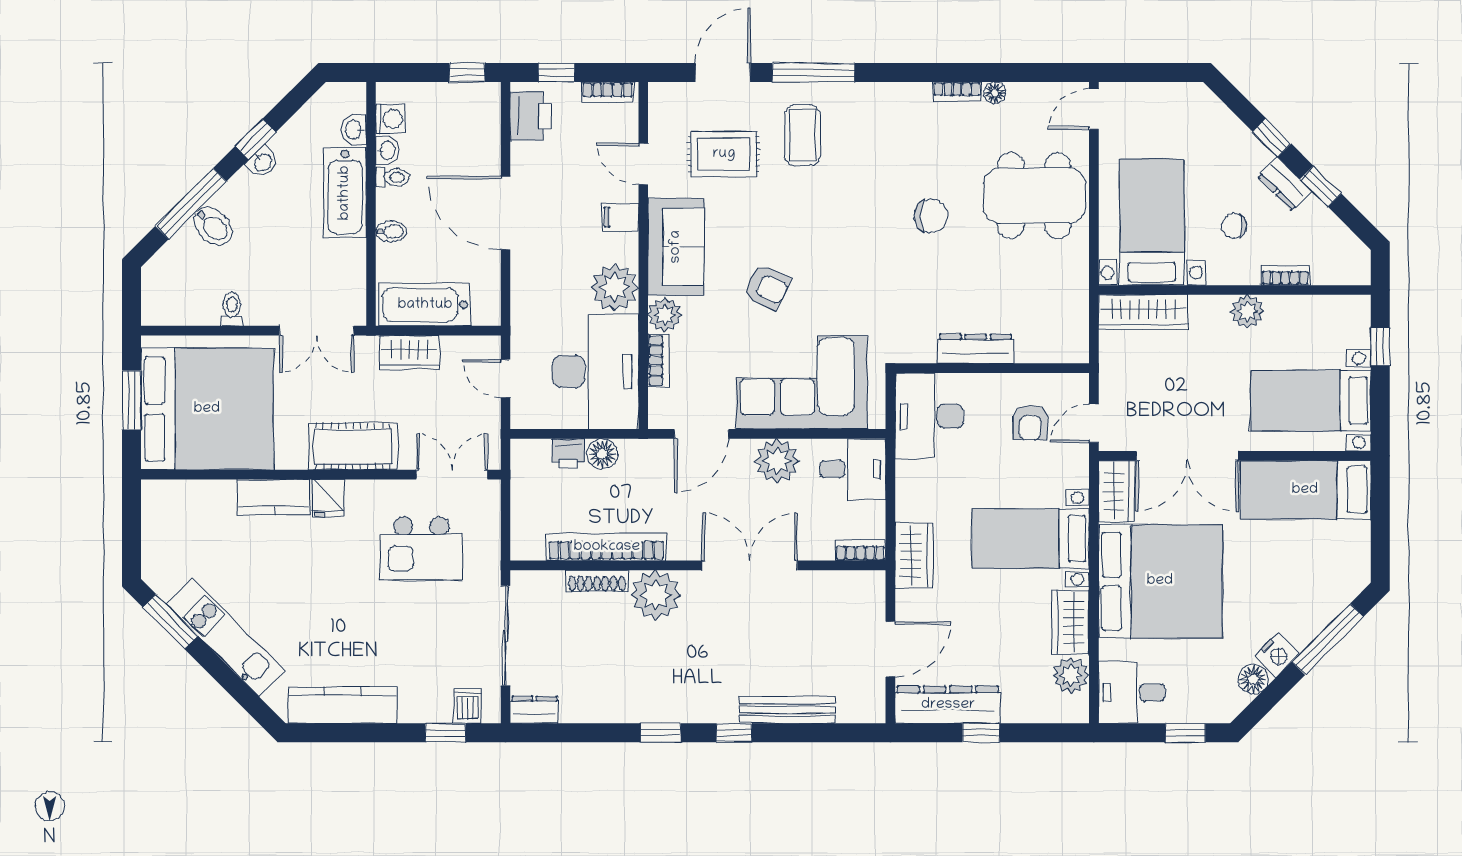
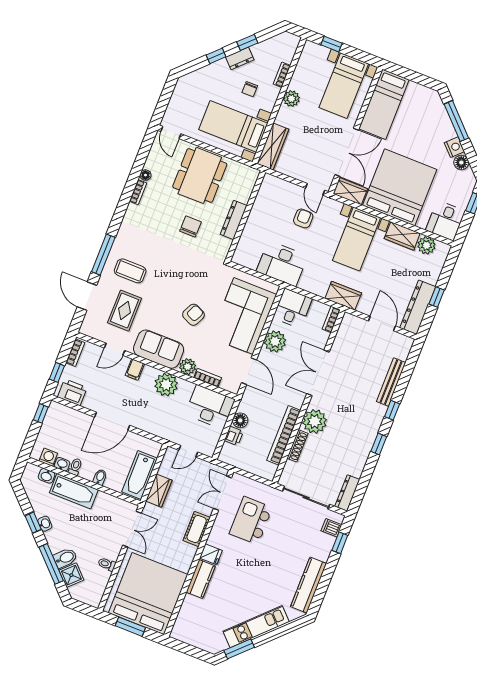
shower: (185, 250) -> (71, 575), added
dresser: (976, 349) -> (234, 220), moved
wall: (992, 368) -> (246, 216), moved
desk: (595, 372) -> (210, 407), width x0.73, depth x0.77
armchair: (1030, 423) -> (303, 218), turned -90
cot: (353, 446) -> (197, 529), width x0.73, depth x0.75
kitchen island: (421, 548) -> (251, 521), turned 180
dresser: (534, 710) -> (347, 493), width x1.44

